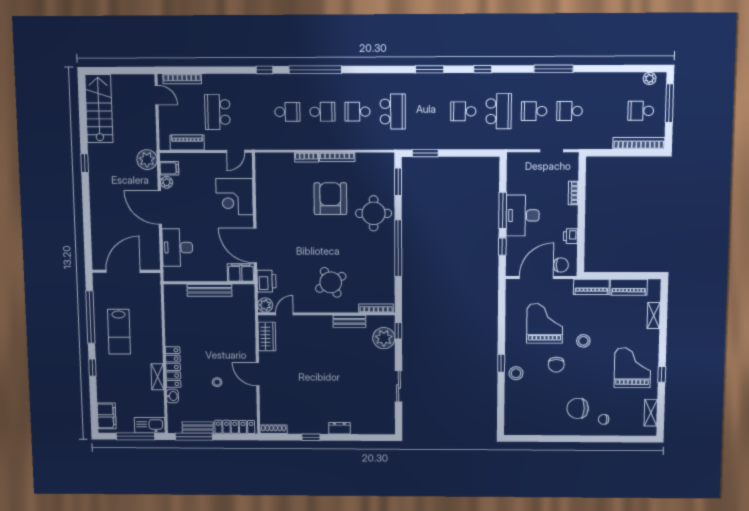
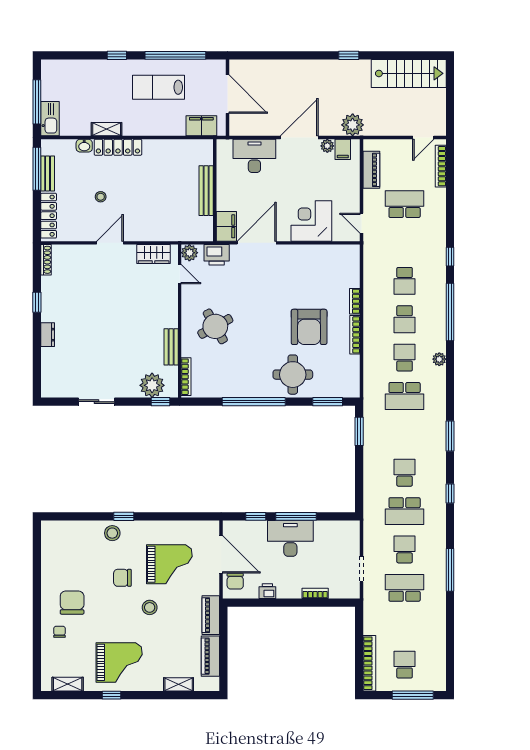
plant: (650, 78) -> (439, 359), moved
school desk: (570, 111) -> (405, 588), width x1.85
armchair: (330, 199) -> (309, 327), turned 90
filing cabinet: (107, 416) -> (201, 126), moved, turned 180

